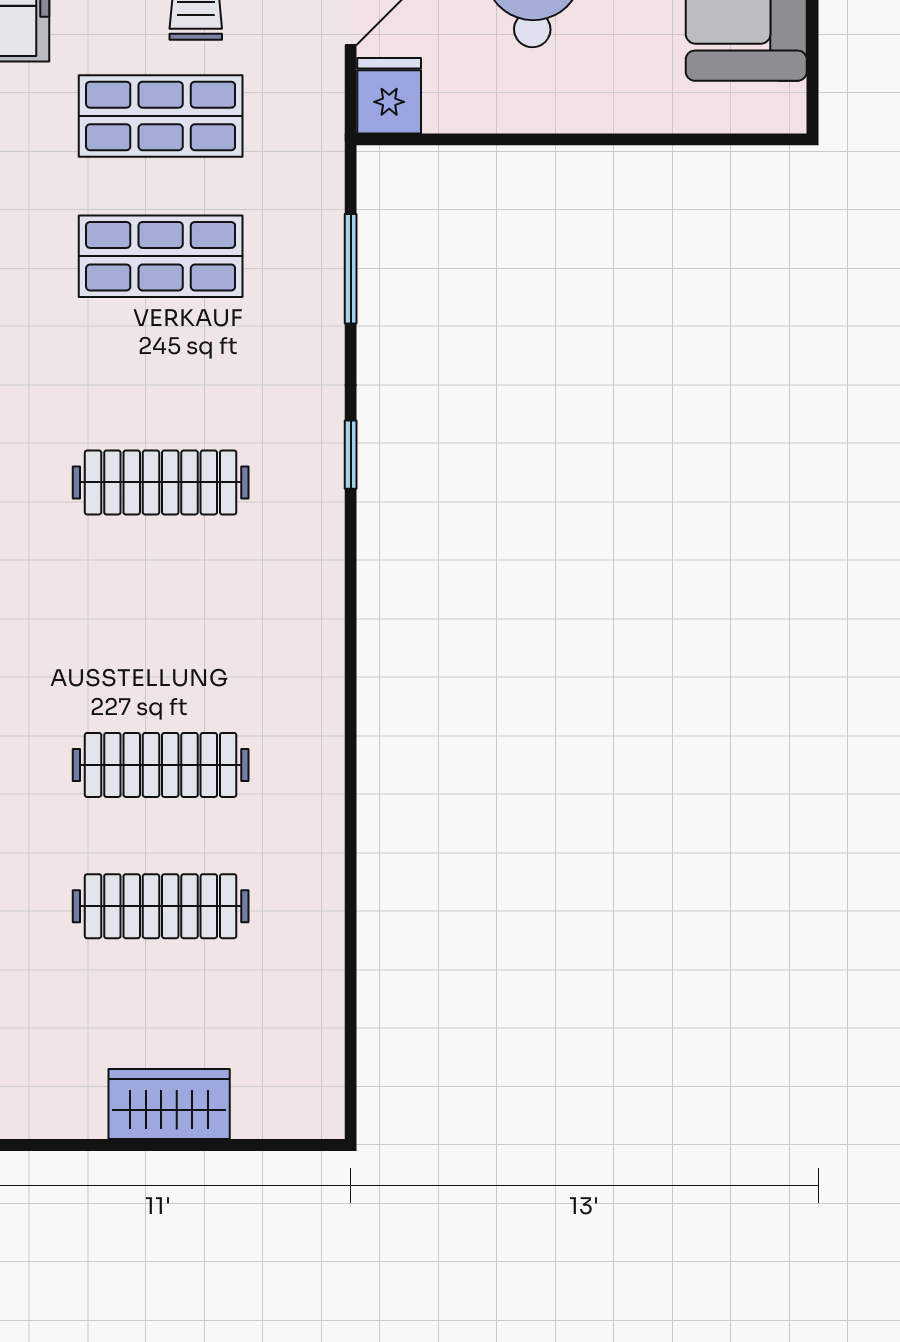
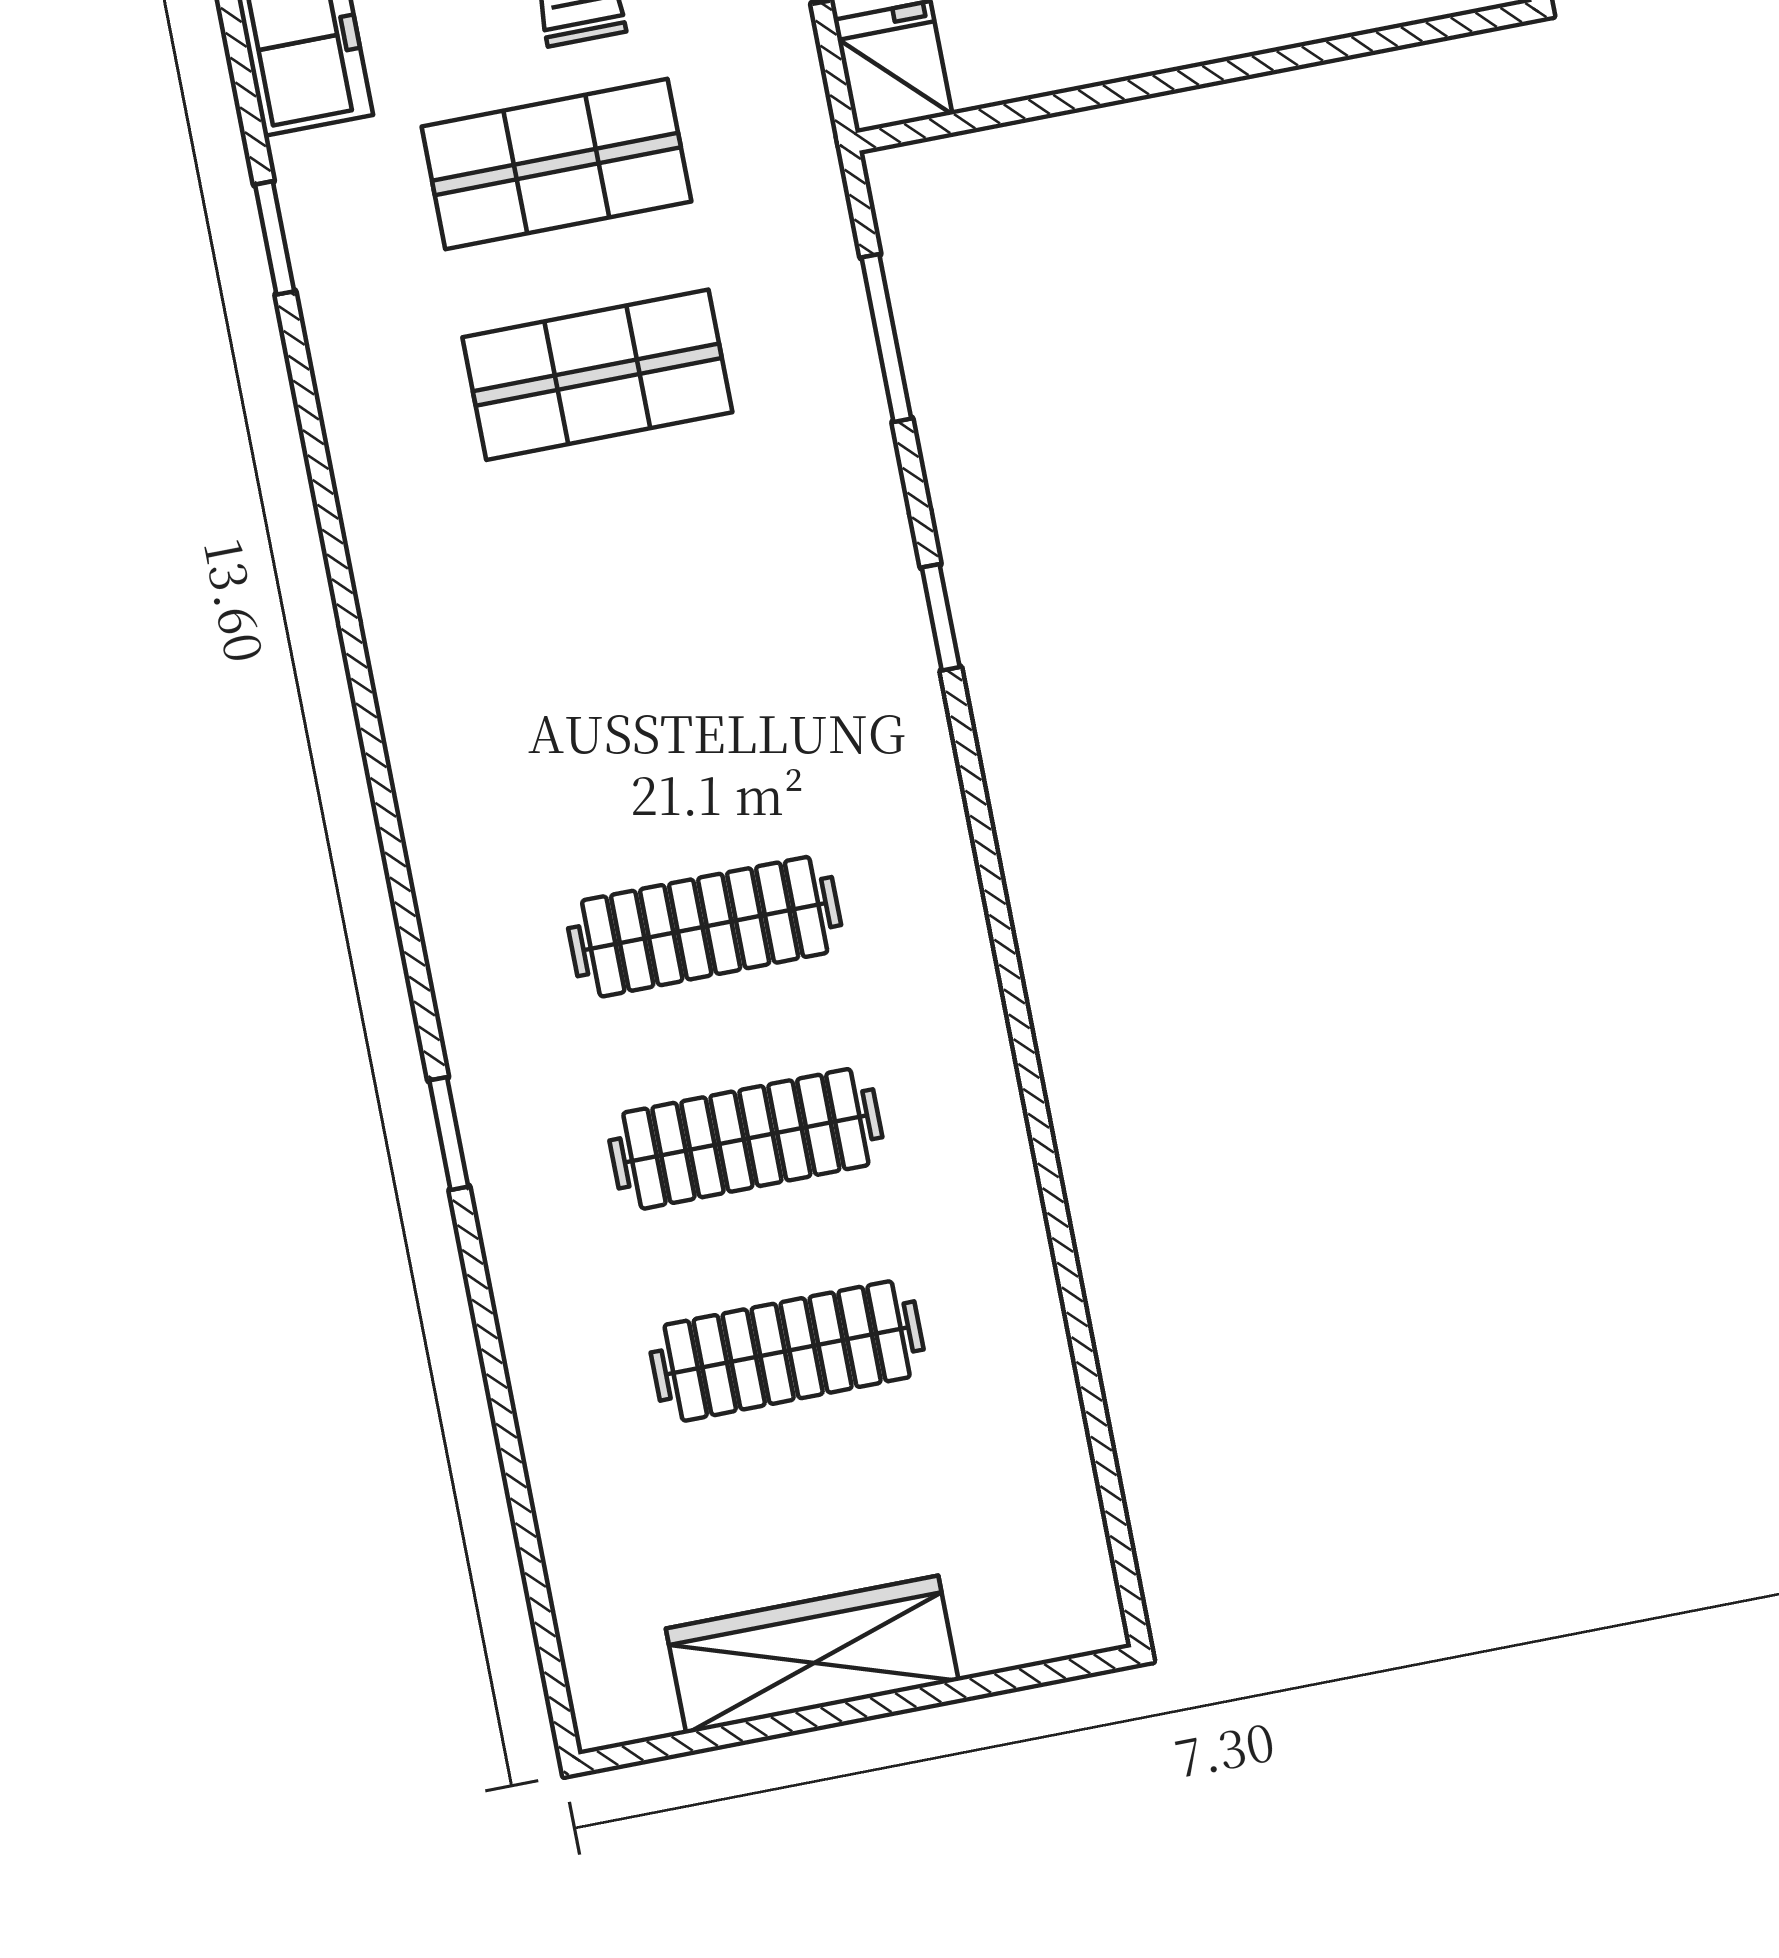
clothes rail: (161, 482) -> (705, 927), moved
wardrobe: (169, 1104) -> (812, 1655), width x1.50

